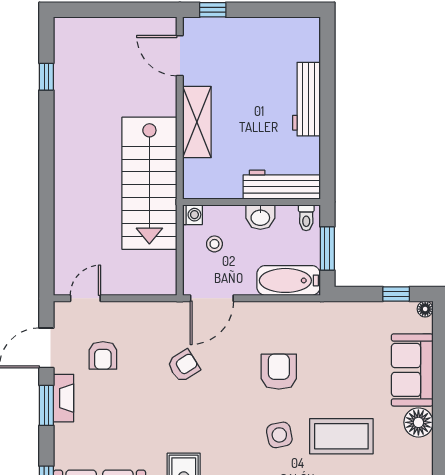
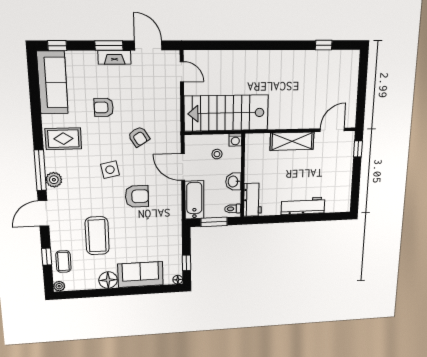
stairs: (149, 183) -> (226, 113), moved
workbench: (282, 185) -> (253, 200), width x0.73
door: (212, 298) -> (183, 167), moved
armchair: (103, 355) -> (104, 107), moved
side table: (279, 435) -> (110, 170), moved

